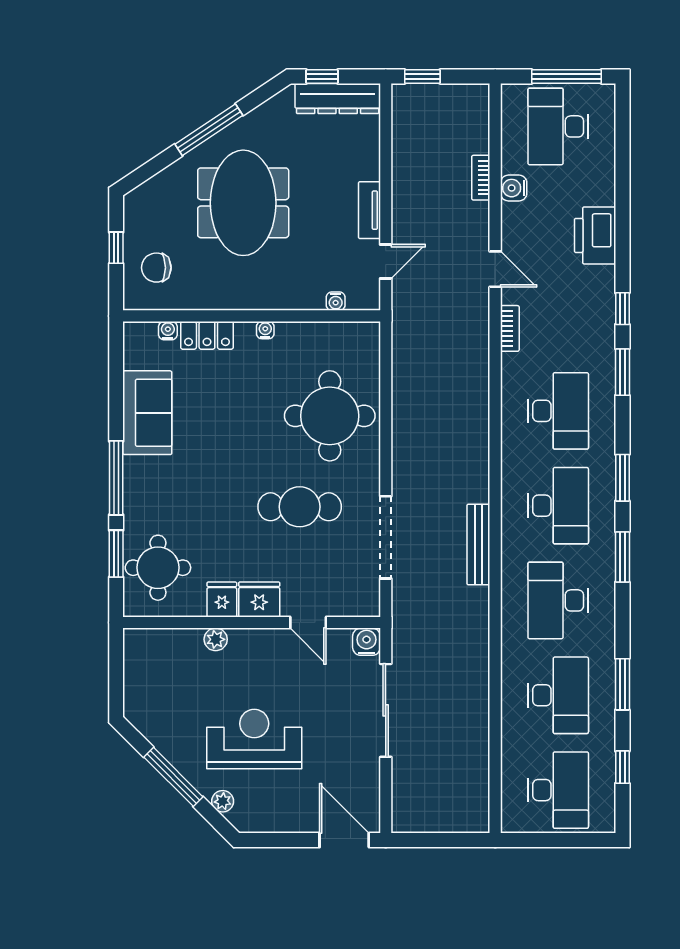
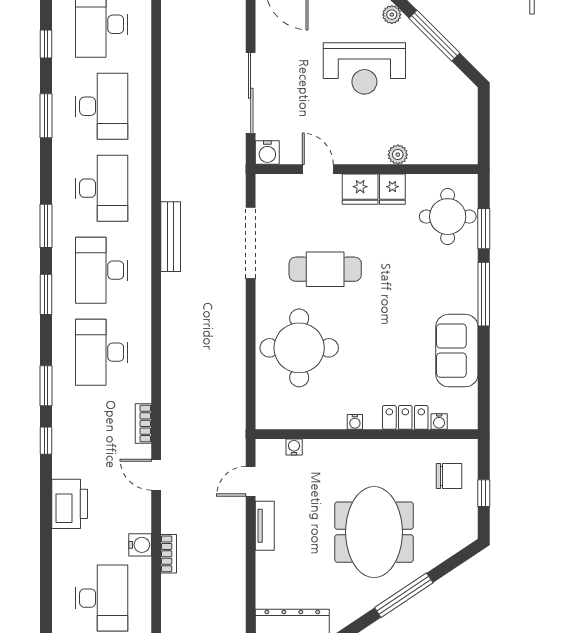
desk: (558, 695) -> (102, 106), turned 180

